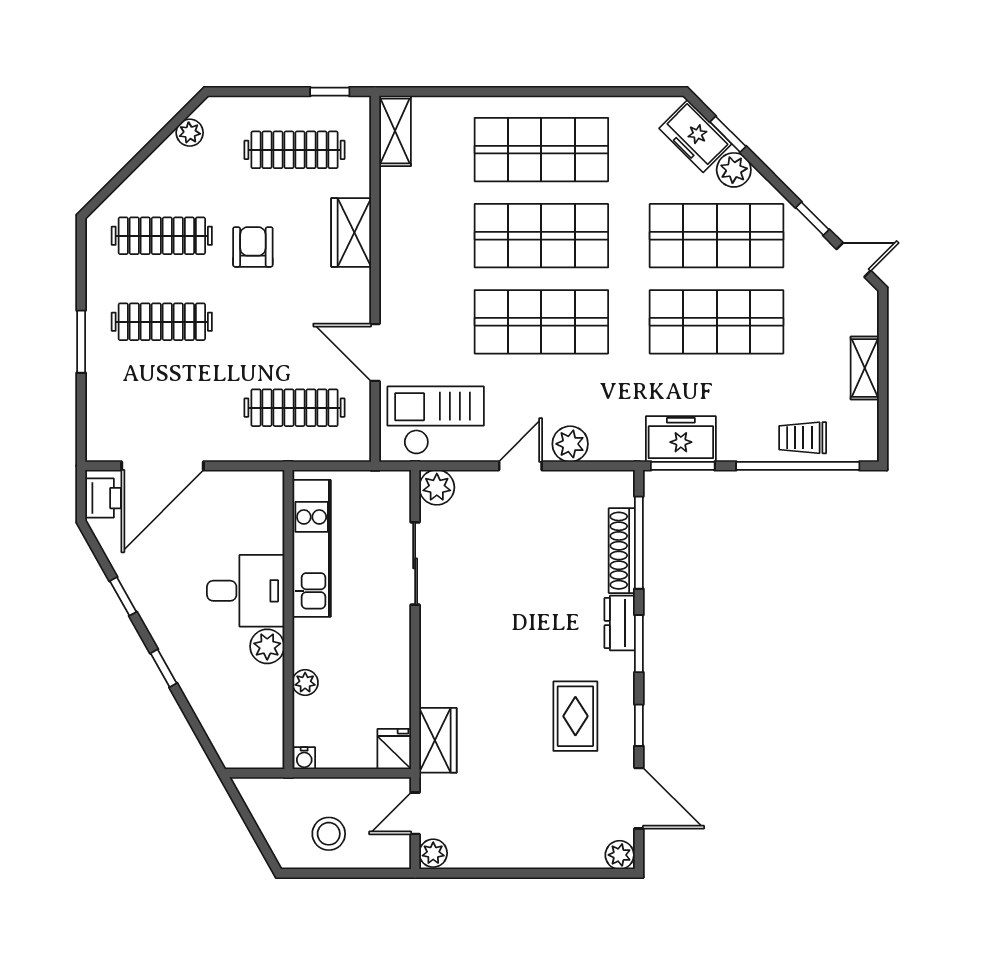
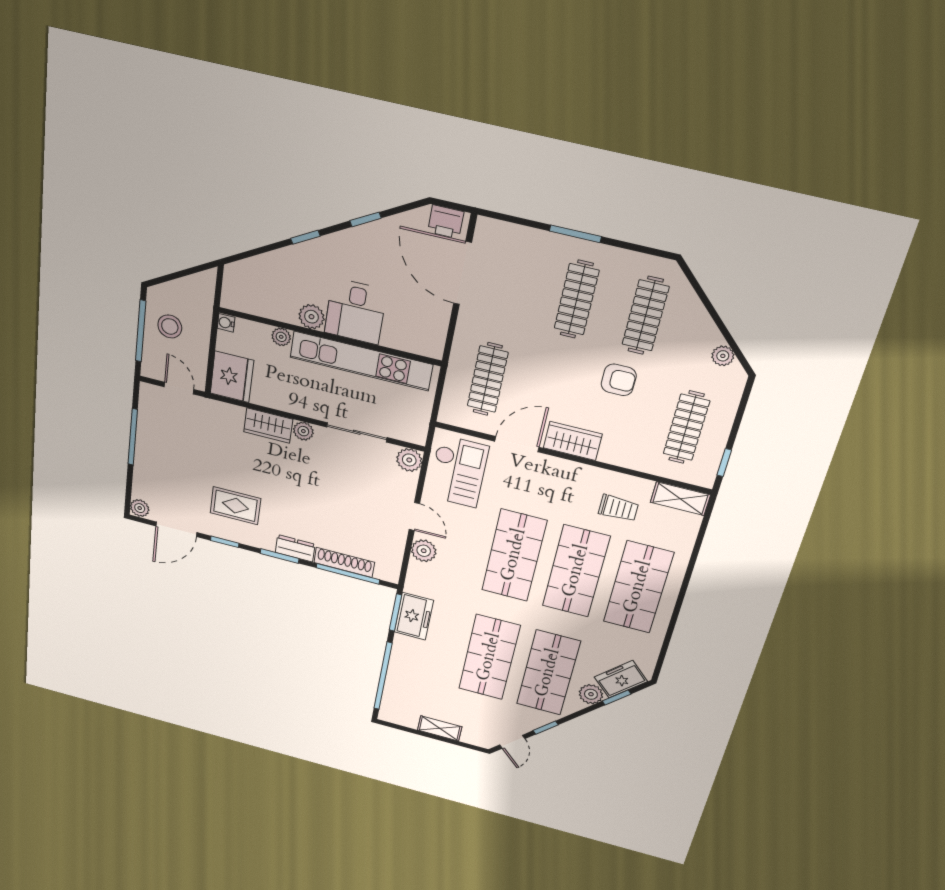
wardrobe: (351, 232) -> (573, 441), moved
trolley: (803, 438) -> (618, 508), moved, turned 90
kitchen unit: (312, 548) -> (361, 361), width x1.36
wardrobe: (438, 740) -> (268, 426), moved
fridge: (394, 749) -> (232, 377), width x1.88, depth x1.34
plant: (433, 853) -> (303, 431), moved
window: (345, 873) -> (141, 331), added
window: (508, 873) -> (133, 437), added

